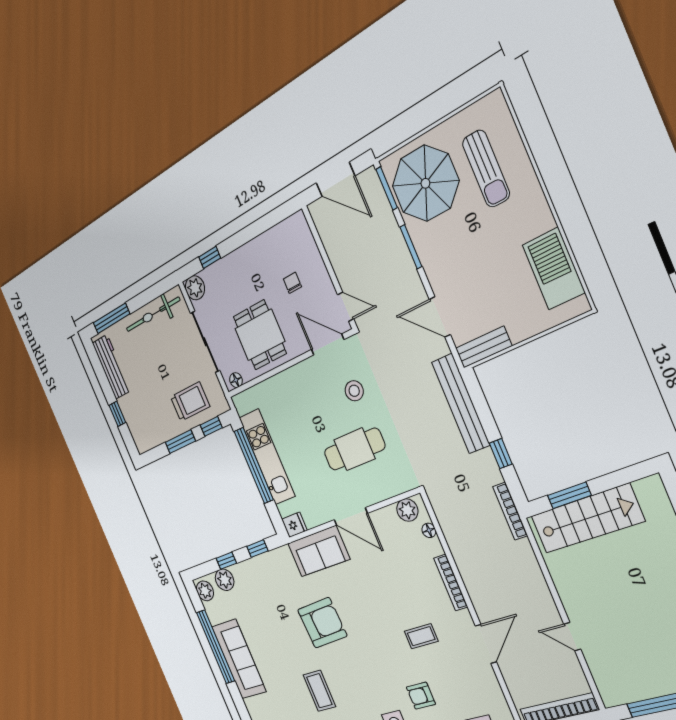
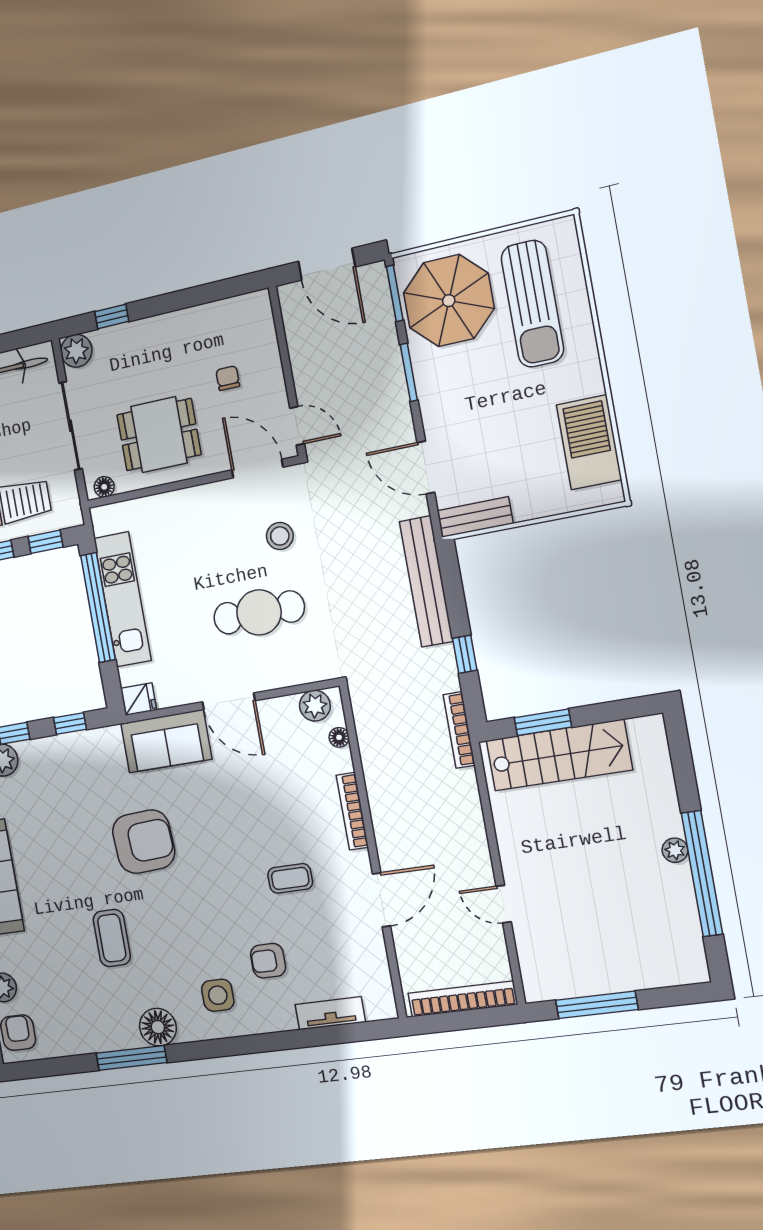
sun lounger: (486, 169) -> (532, 304), width x1.36, depth x1.34
dining table: (260, 335) -> (159, 435), turned 90

